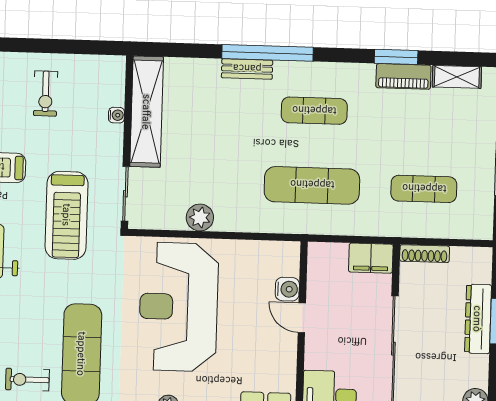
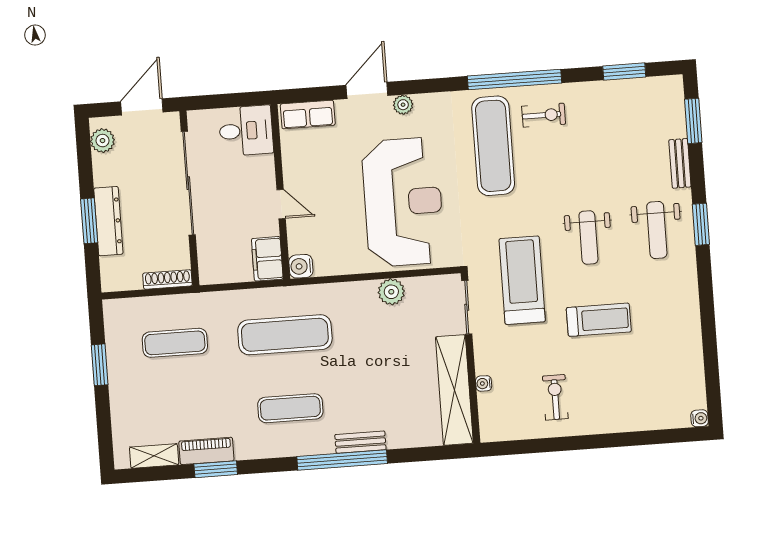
filing cabinet: (371, 258) -> (267, 259), moved, turned -90
water cooler: (287, 289) -> (301, 266), moved

